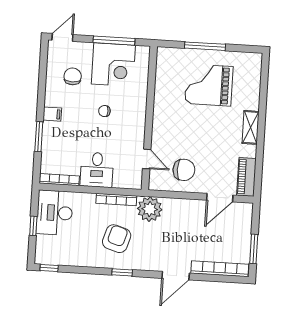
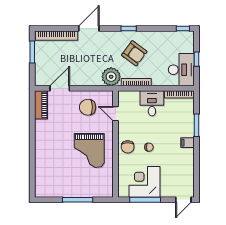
chair: (73, 76) -> (128, 147), moved
grand piano: (209, 85) -> (89, 151), moved, turned 90
shelving: (251, 127) -> (40, 142), removed
armchair: (117, 239) -> (134, 53), turned -71

